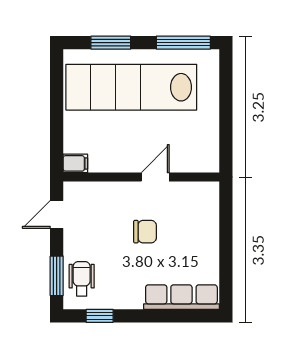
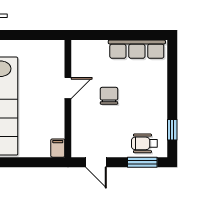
door: (155, 177) -> (68, 88), swing flipped
row of seats: (181, 297) -> (137, 49), moved, turned -90

